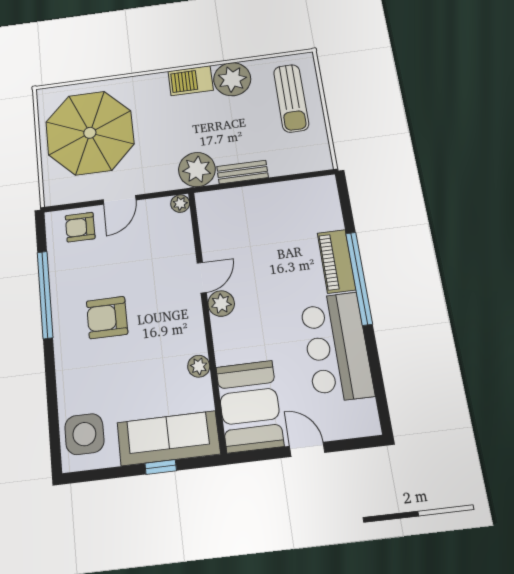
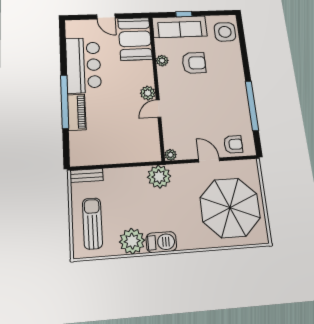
bench: (243, 172) -> (87, 175), moved
door: (120, 200) -> (209, 160), hinge flipped
armchair: (107, 318) -> (194, 63), moved

